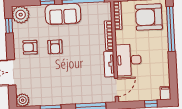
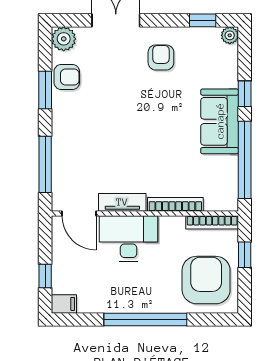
plant: (21, 15) -> (230, 35), width x0.53, depth x0.53
window: (171, 29) -> (145, 319), moved
armchair: (55, 47) -> (67, 77), moved, turned 180

